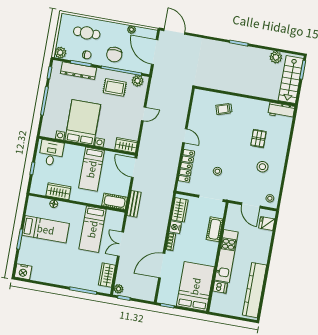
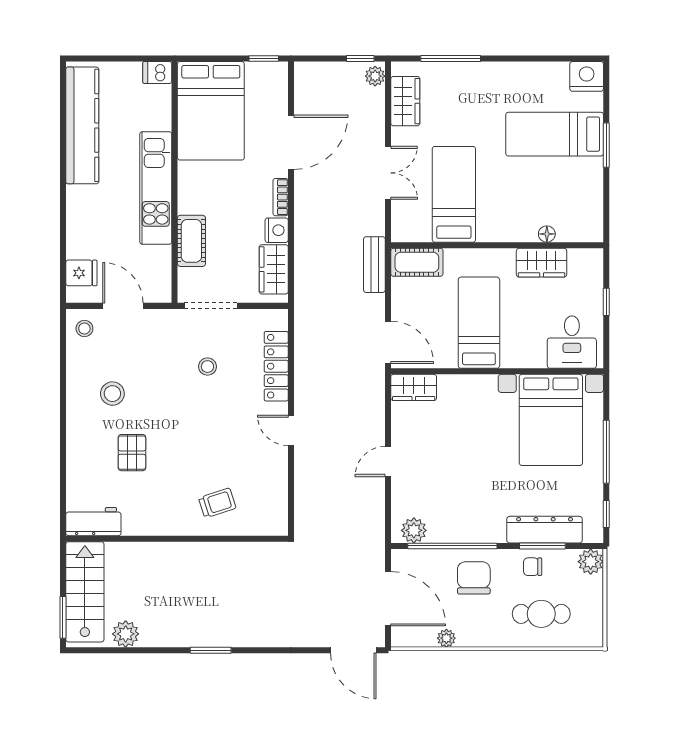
rug: (115, 87) -> (460, 507), removed
bed with nightstands: (83, 122) -> (551, 420), moved
bed: (46, 229) -> (555, 134), moved
dishwasher: (220, 287) -> (157, 73), moved

